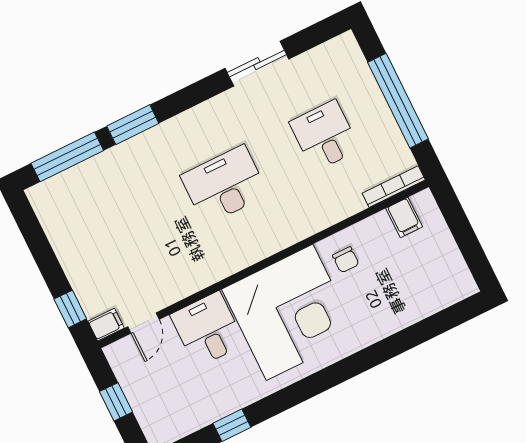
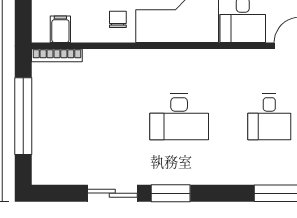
window: (133, 125) -> (171, 193), moved
desk: (325, 136) -> (269, 117), moved

